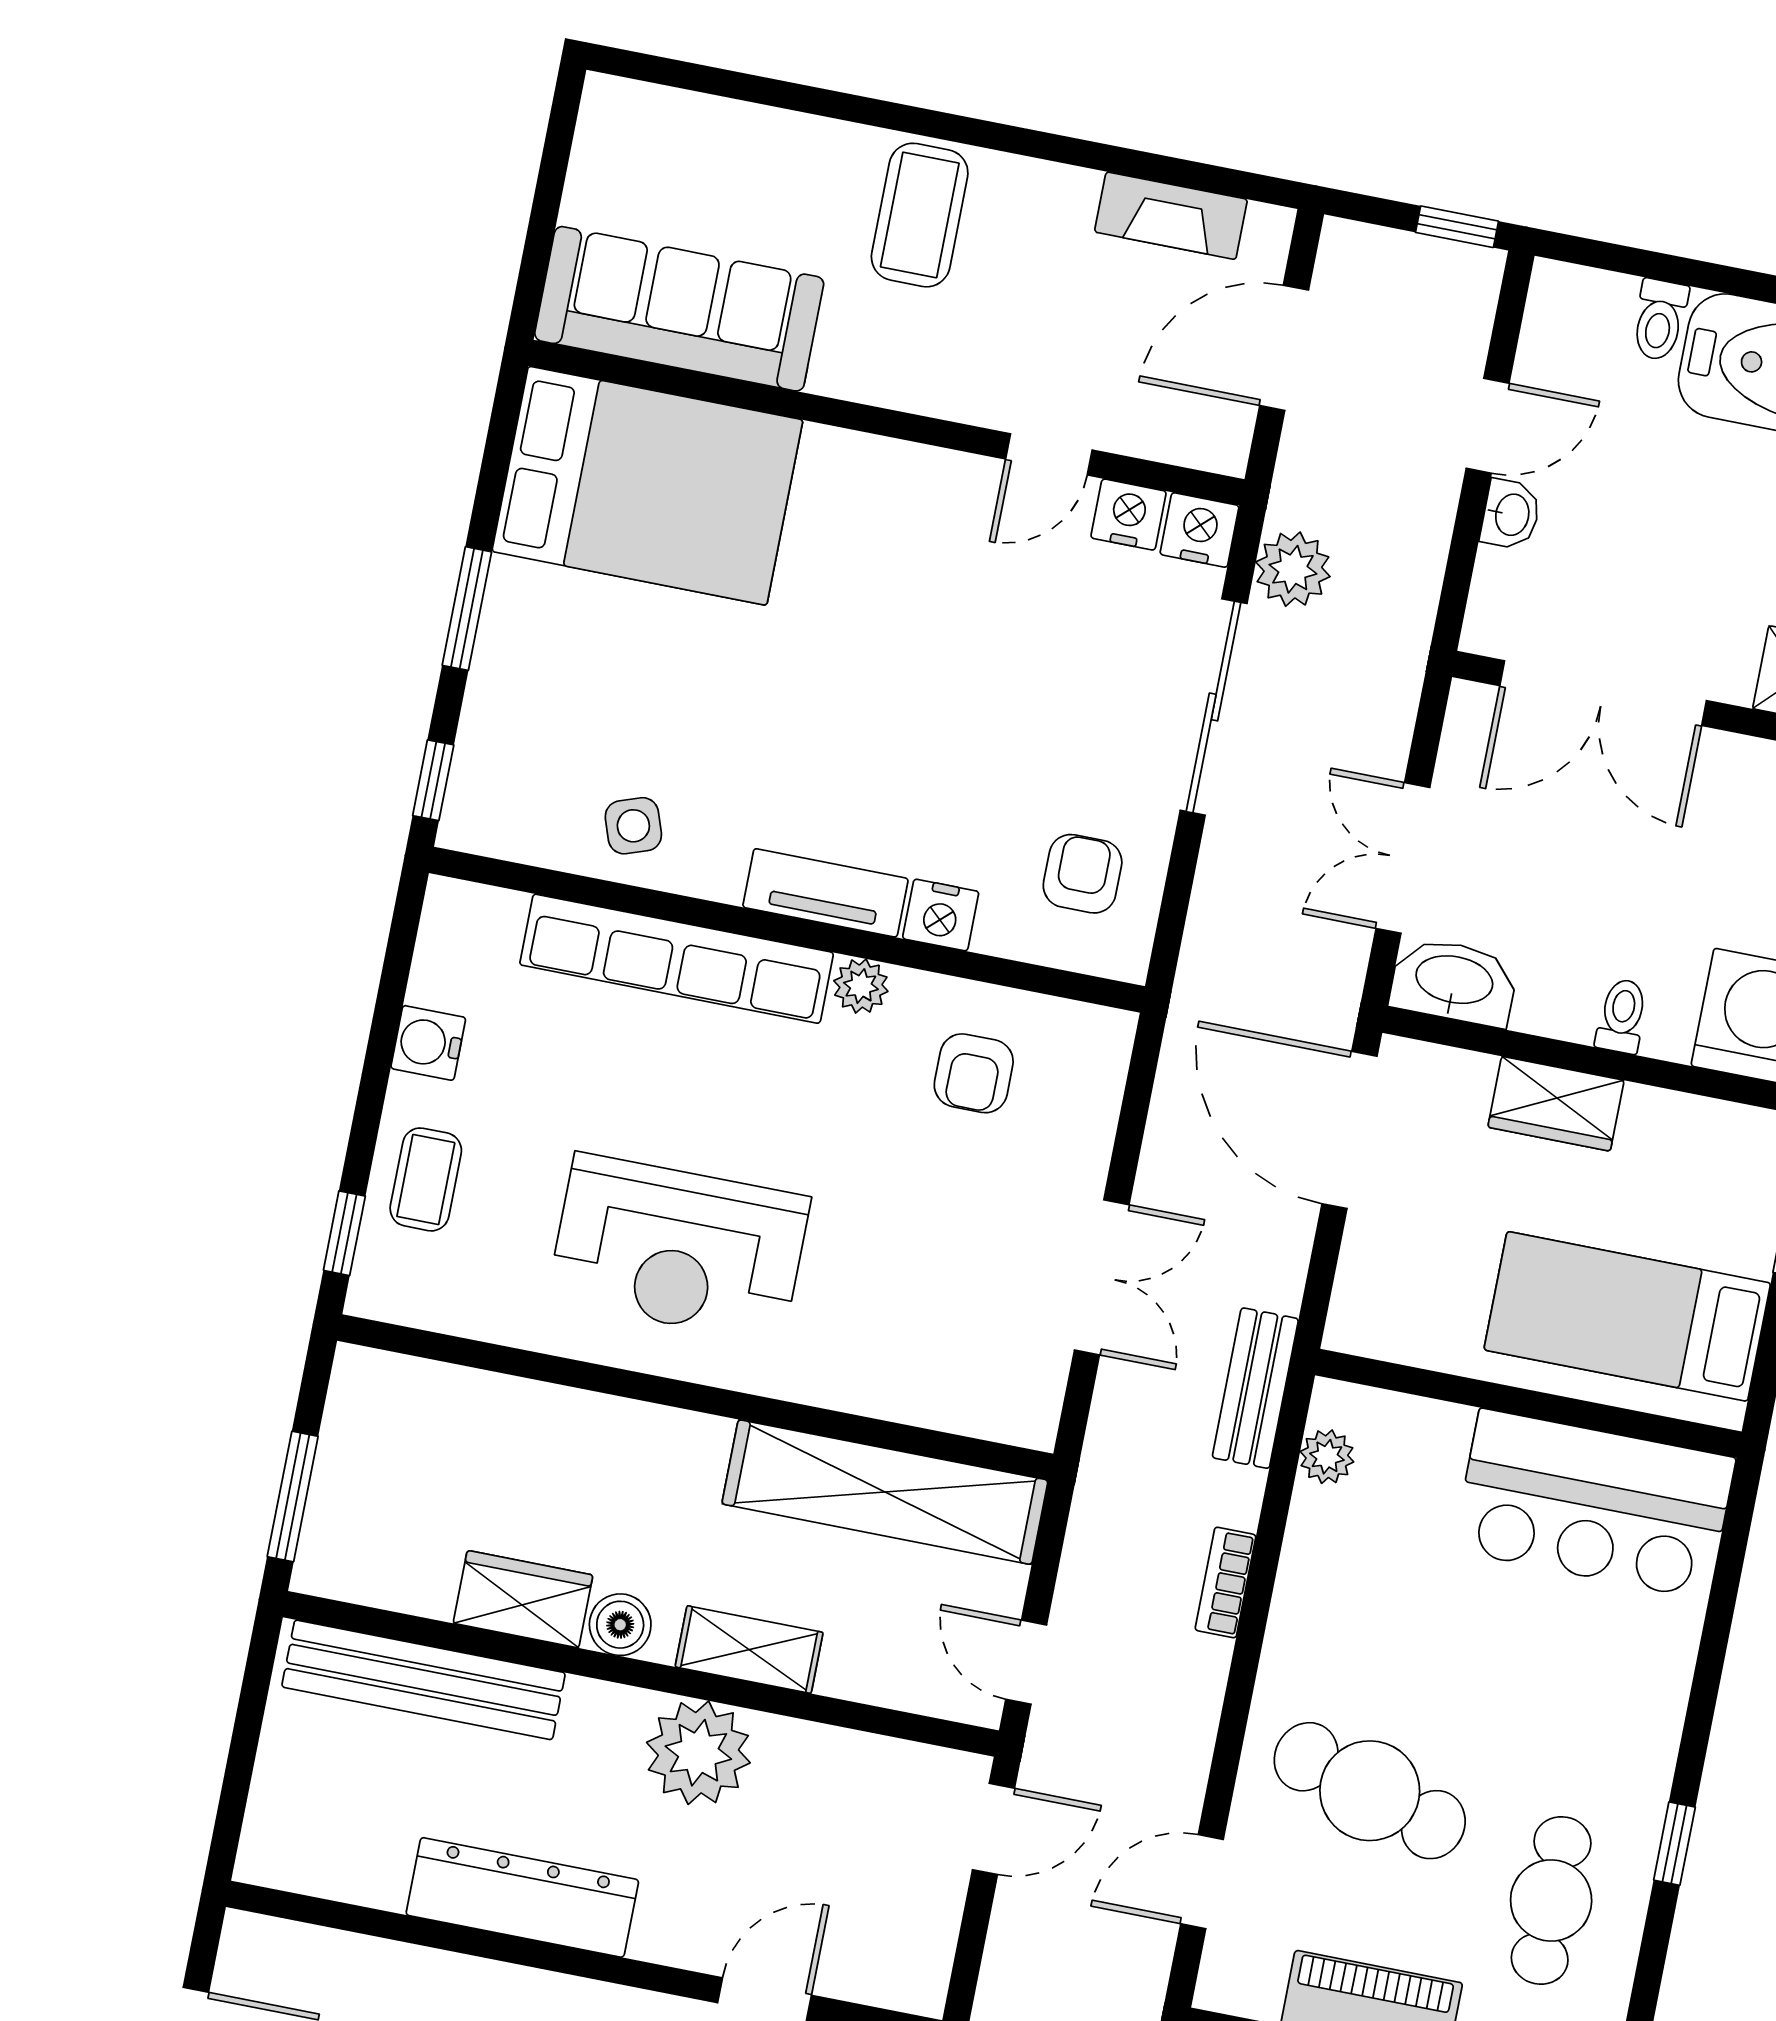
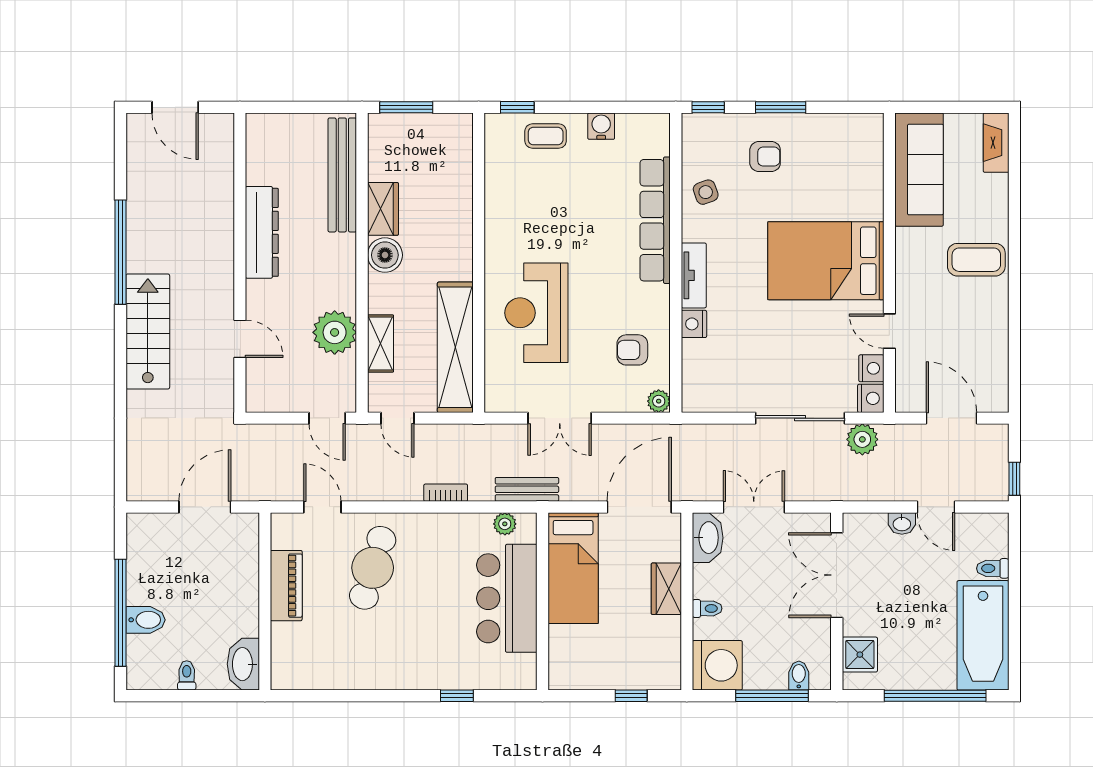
fireplace: (1171, 216) -> (996, 143), moved
bed: (647, 486) -> (826, 261), moved, turned 90
armchair: (1083, 874) -> (765, 157), moved
plant: (861, 986) -> (659, 401), moved
reception desk: (679, 1248) -> (536, 313), moved
bed: (1627, 1316) -> (573, 568), moved, turned 180
bar counter: (1594, 1504) -> (507, 598), moved
boiler: (620, 1625) -> (385, 255), width x1.36, depth x1.36
shelving: (749, 1650) -> (380, 344), moved
door: (1026, 1662) -> (397, 418), swing flipped
plant: (698, 1753) -> (335, 332), moved
window: (1674, 1844) -> (457, 696), moved
cafe table: (1551, 1900) -> (343, 650), removed

